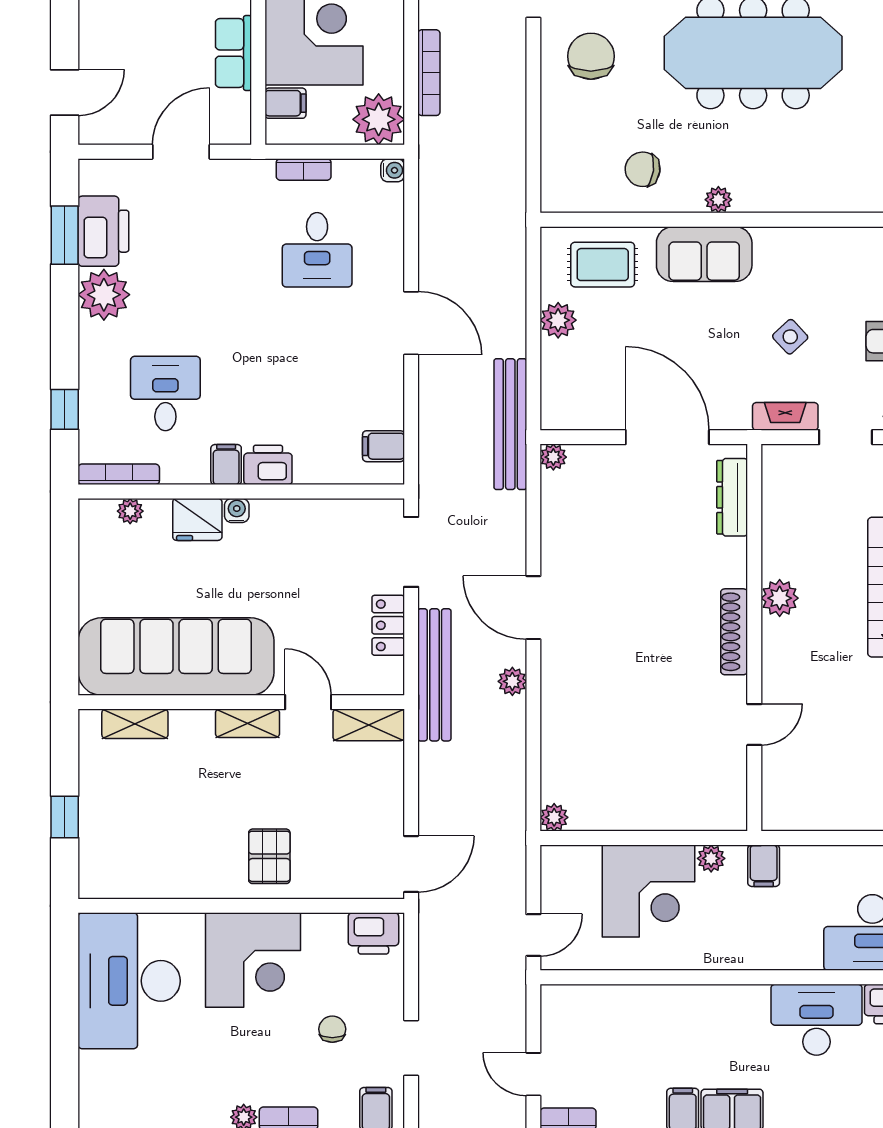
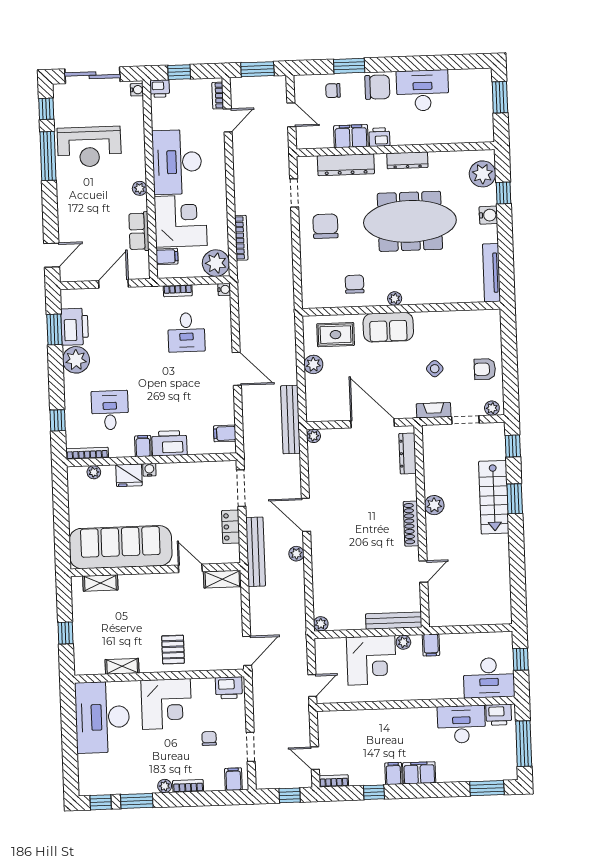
chair: (643, 169) -> (355, 284), turned 82
printer: (268, 465) -> (169, 443), width x1.37, depth x1.19
shelving: (247, 723) -> (122, 666), moved
bench: (694, 816) -> (394, 621), added

